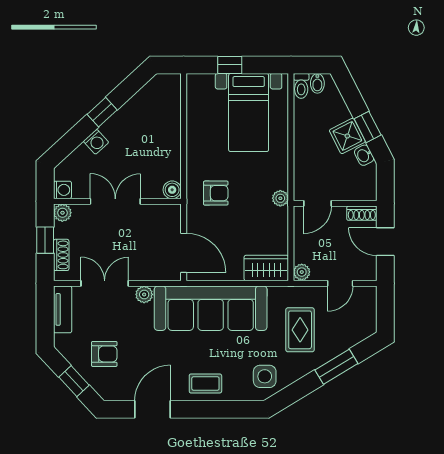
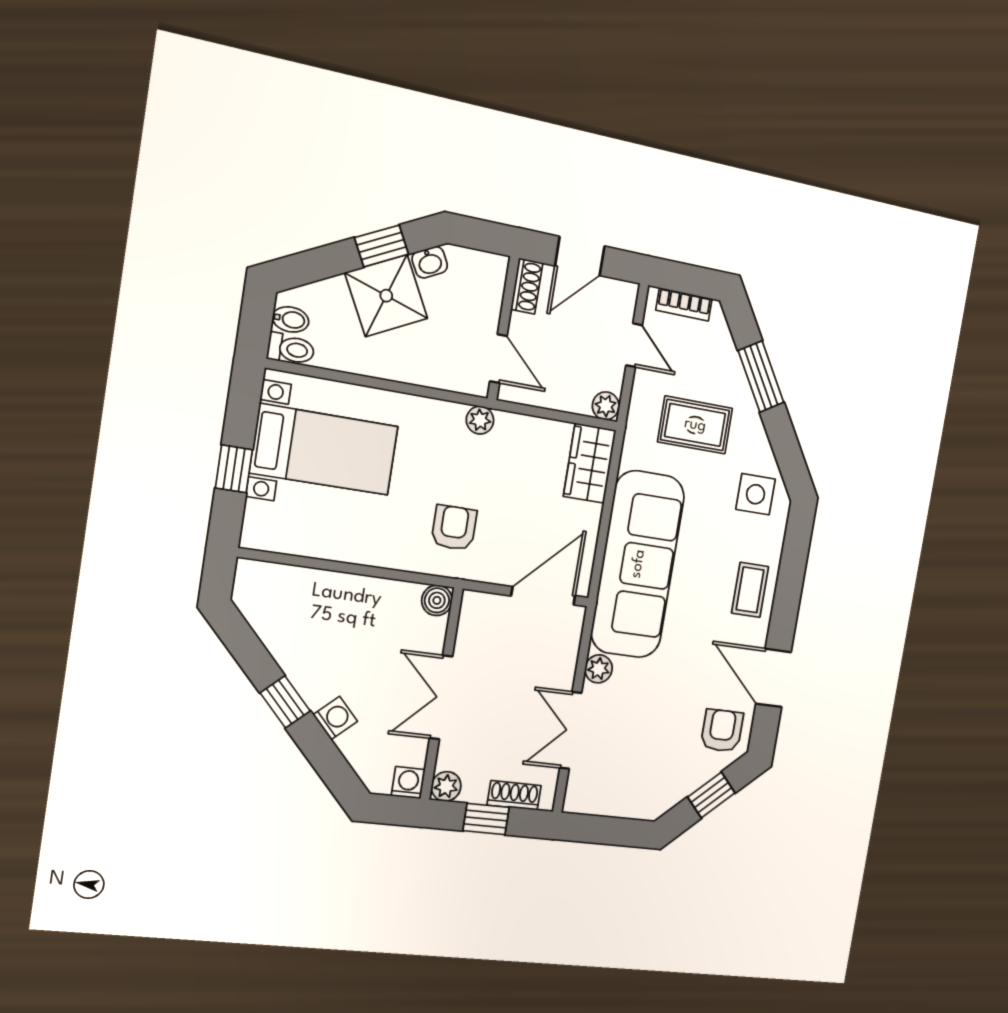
shower: (347, 136) -> (386, 296), width x1.36, depth x1.36
tv unit: (63, 309) -> (600, 802), removed
bookcase: (370, 310) -> (684, 304), added
armchair: (104, 354) -> (722, 731), moved

